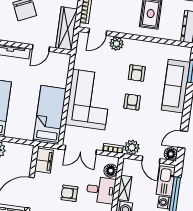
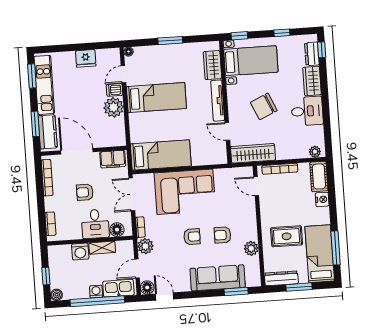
plant: (116, 44) -> (251, 248), moved
armchair: (69, 193) -> (85, 192), turned -90

